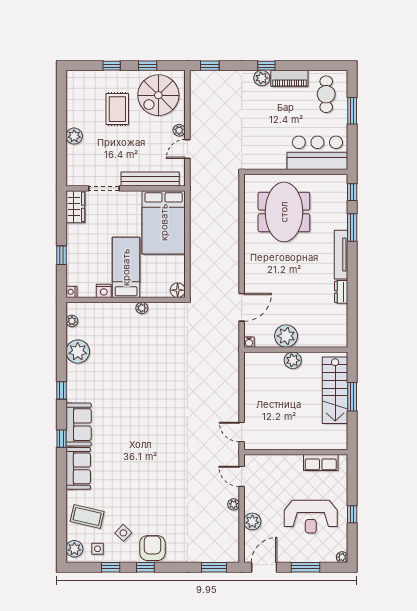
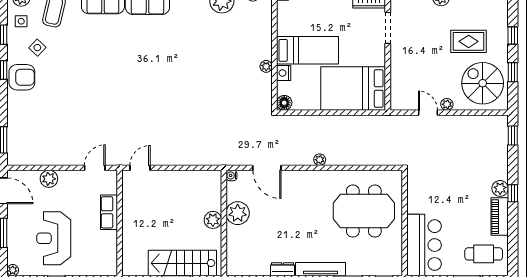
bench: (150, 179) -> (397, 75), removed
nightstand: (104, 291) -> (284, 73), moved
row of seats: (321, 462) -> (109, 212), moved
plant: (234, 504) -> (320, 160), moved

